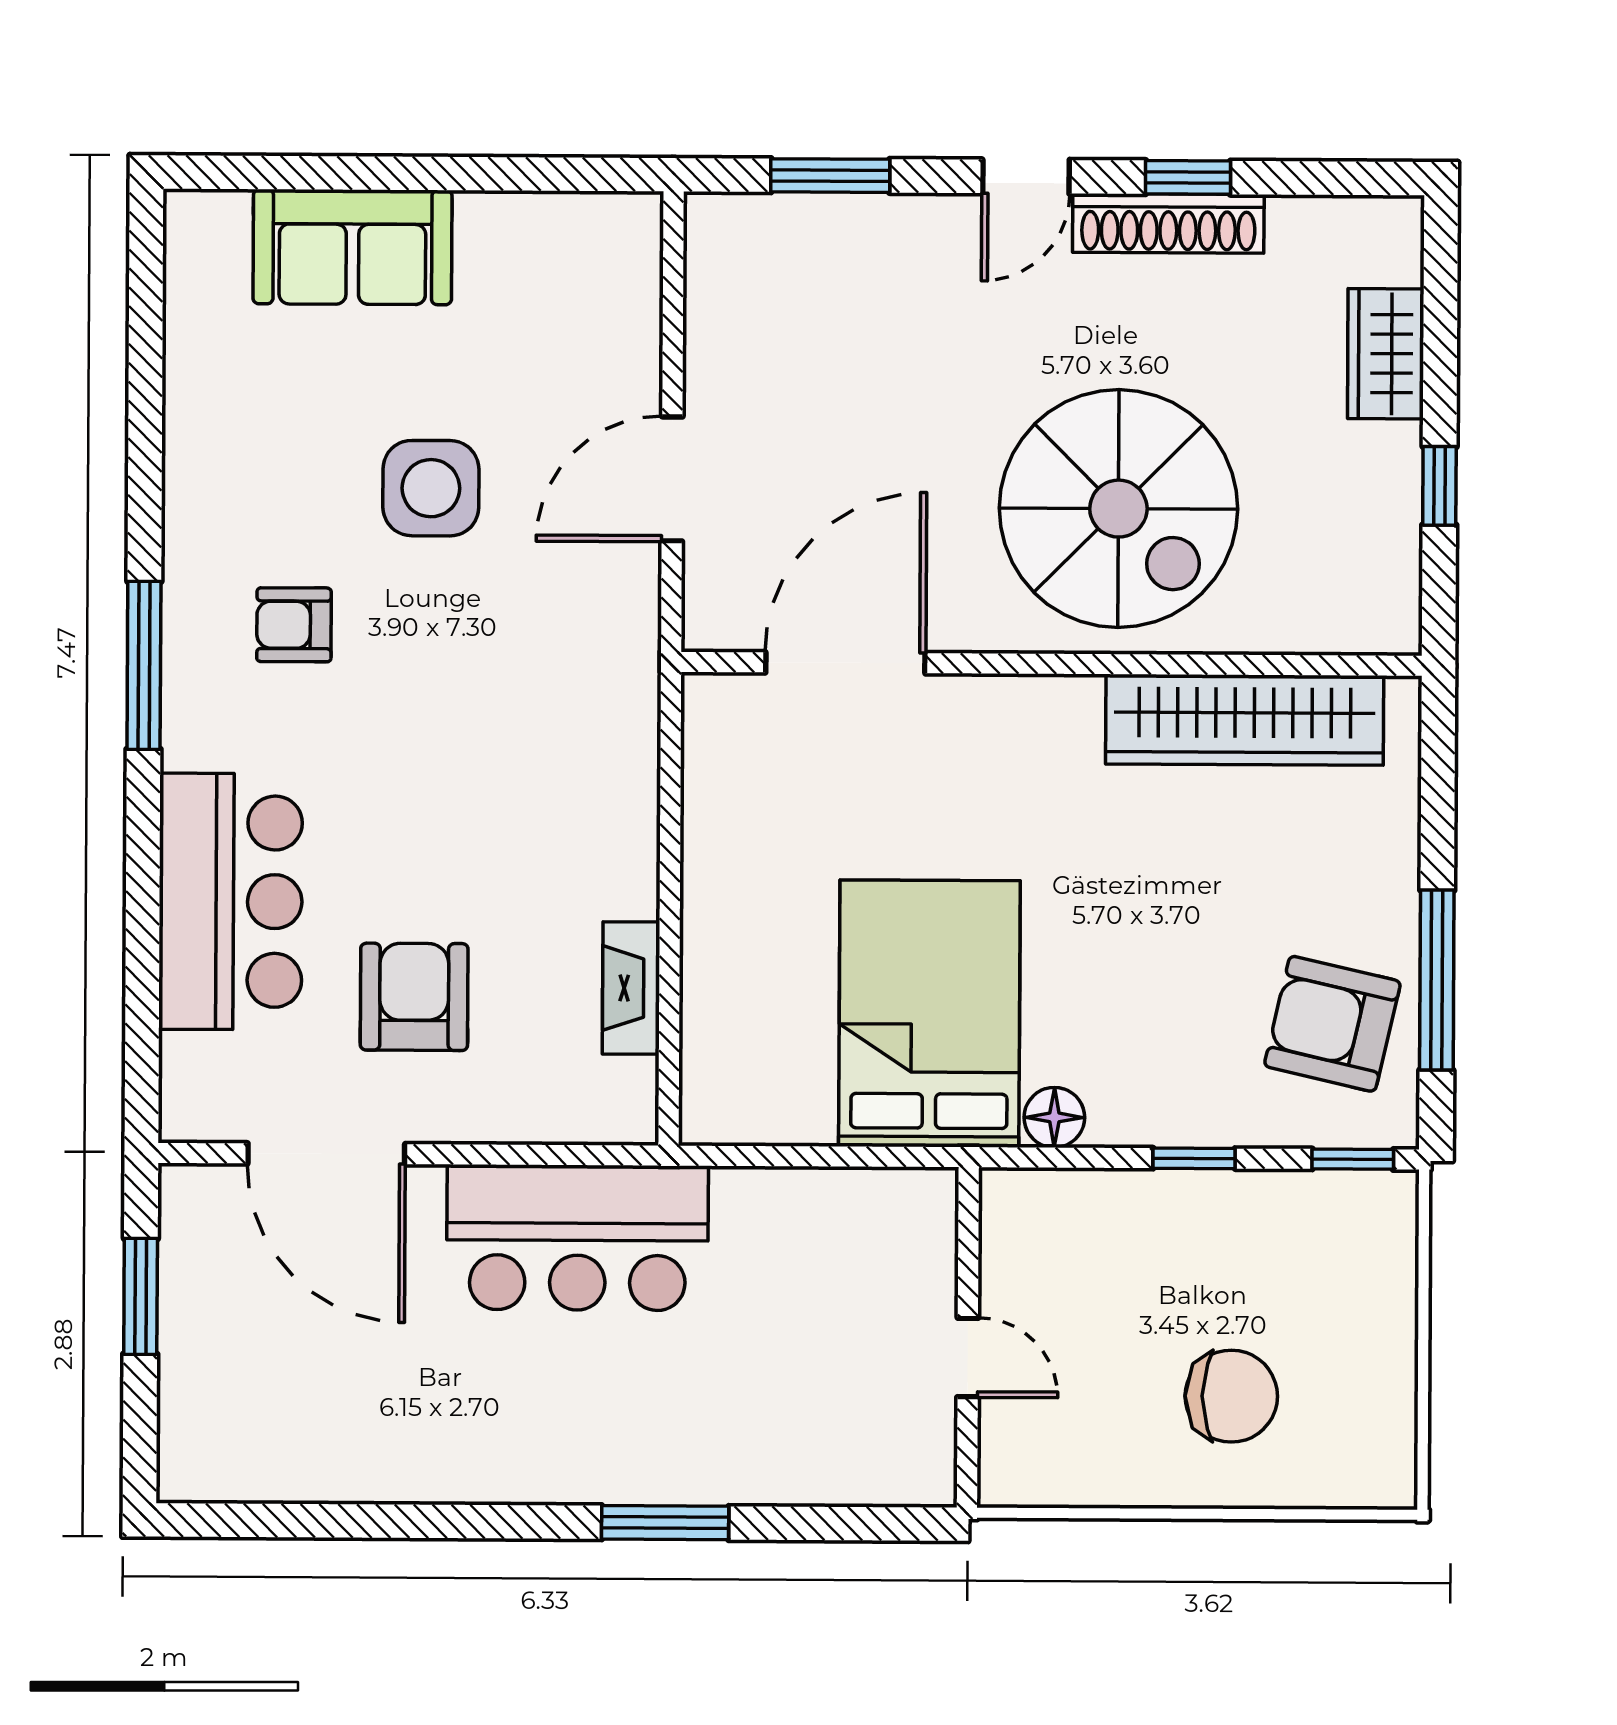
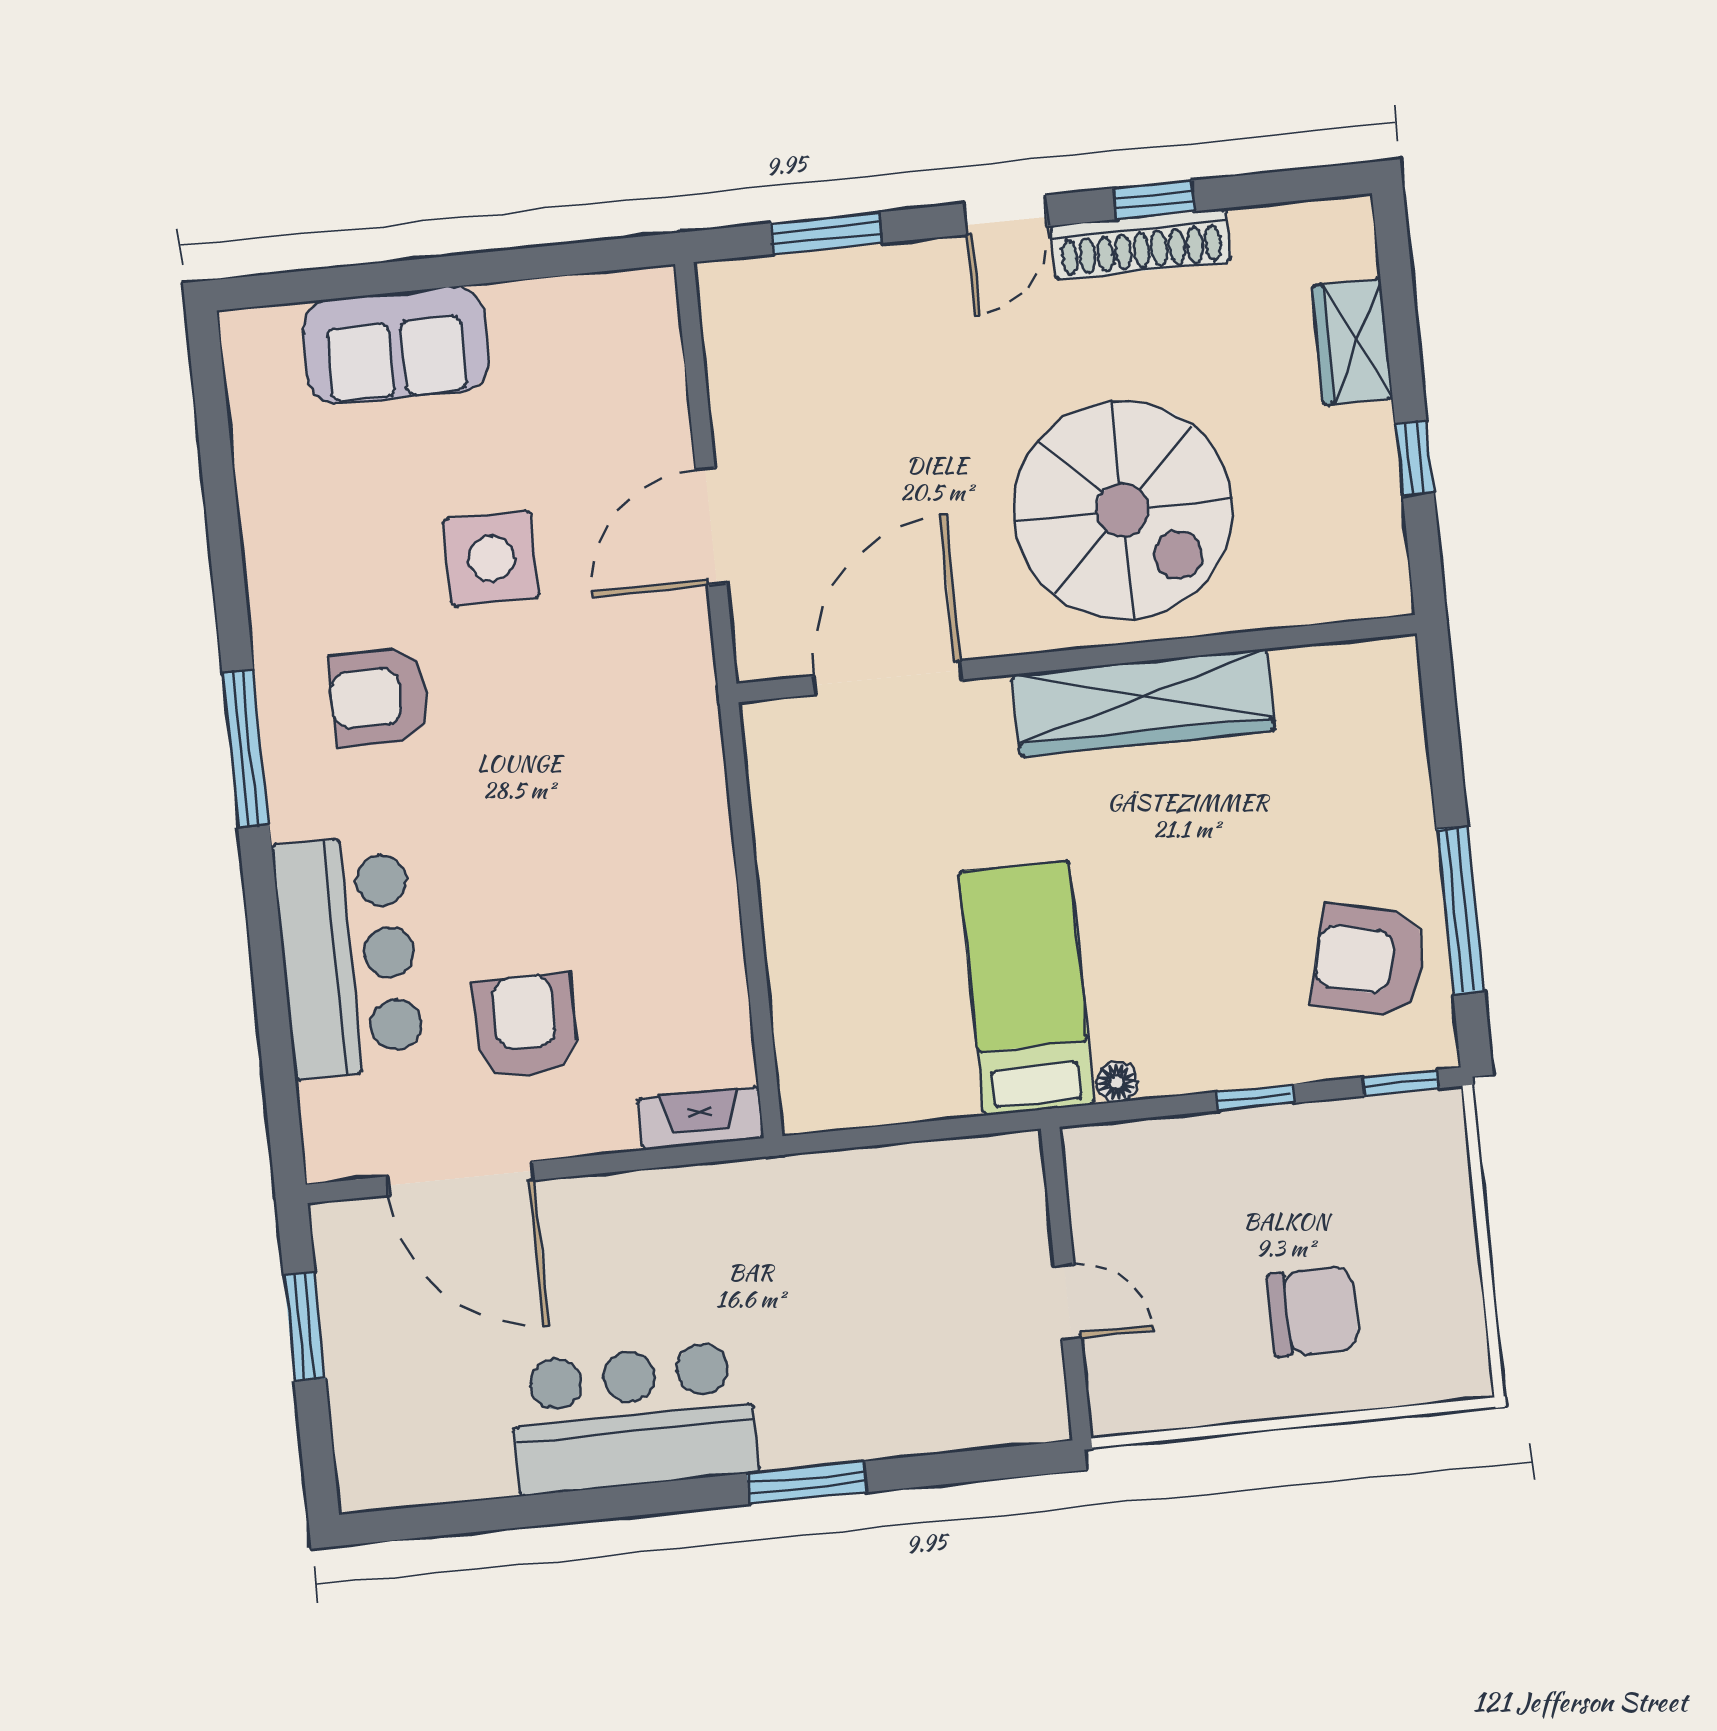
armchair: (294, 625) -> (379, 697), width x1.38, depth x1.38
wardrobe: (1245, 720) -> (1143, 703), moved
fireplace: (631, 988) -> (701, 1118), moved, turned 90
bed: (929, 1014) -> (1027, 988), width x0.67
floor lamp: (1054, 1117) -> (1117, 1082), width x0.73, depth x0.73
bar counter: (577, 1238) -> (633, 1418), moved, turned 180

